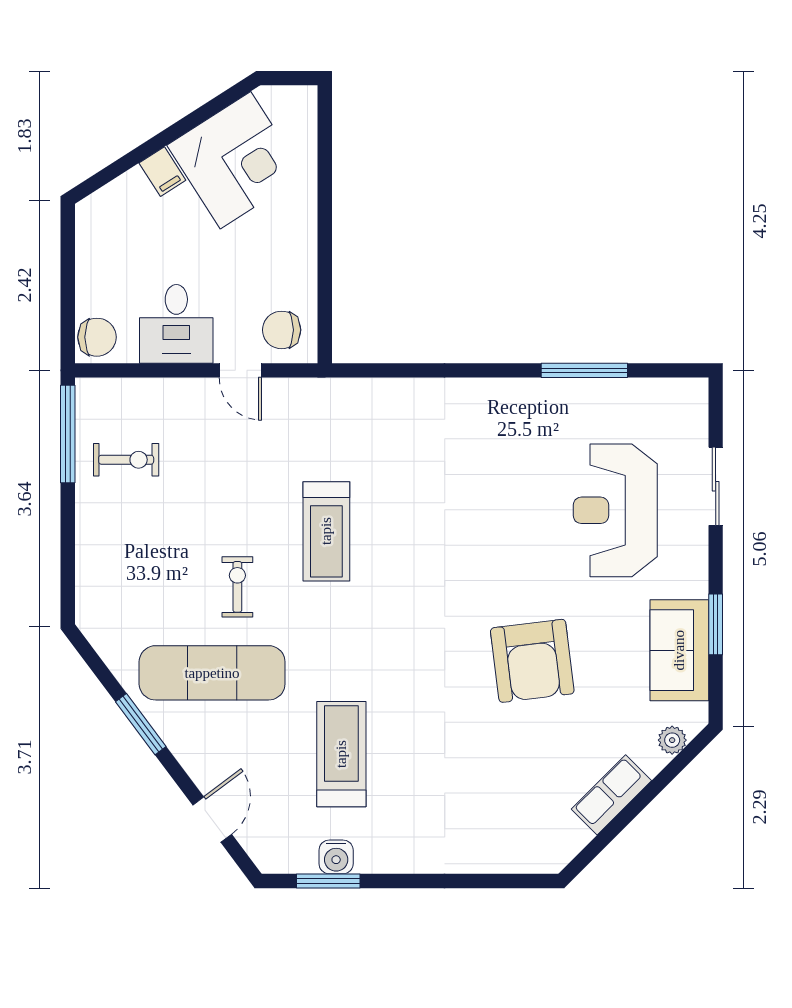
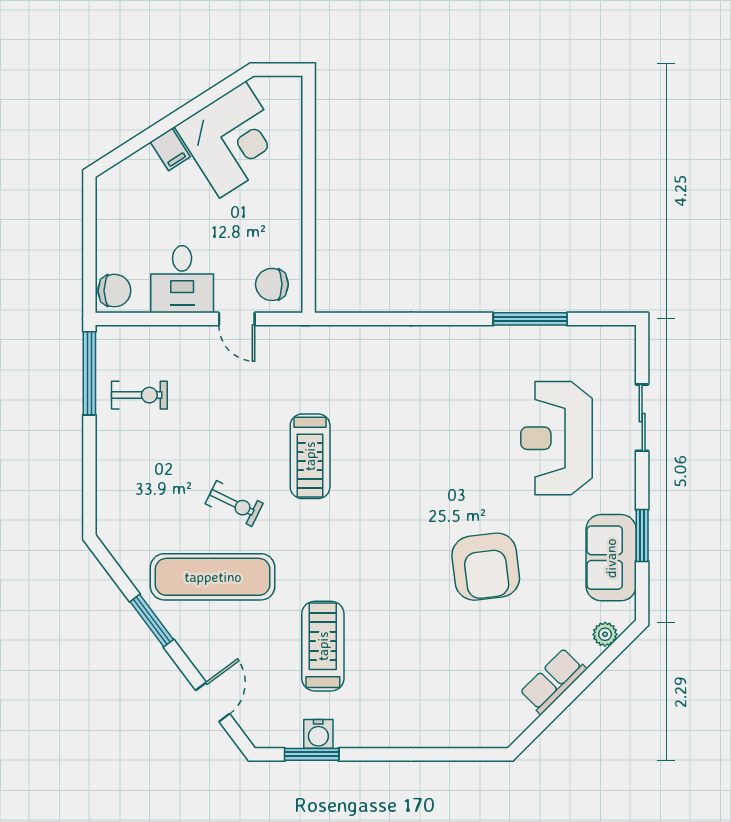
exercise bike: (237, 587) -> (234, 504), turned 116

